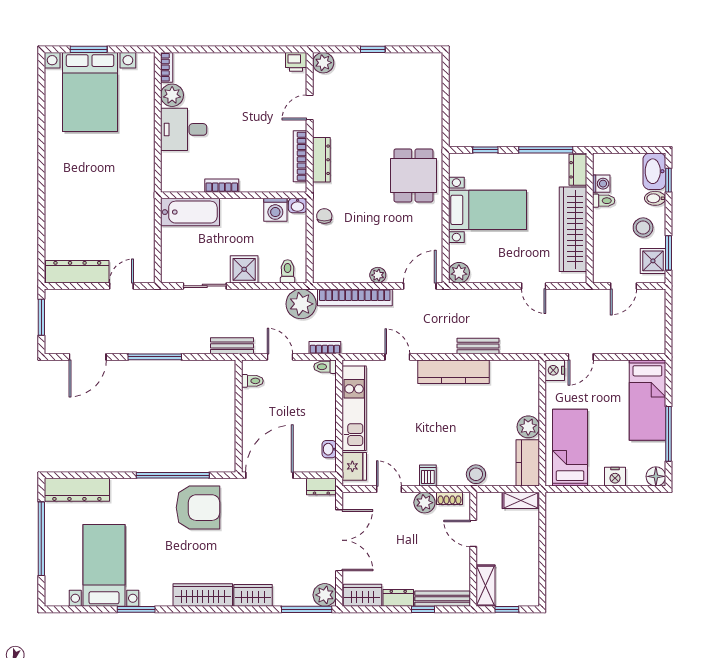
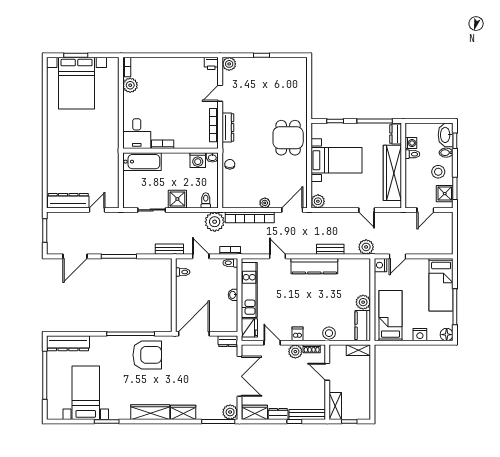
desk: (184, 129) -> (137, 134), moved, turned -90
plant: (533, 343) -> (366, 247), added
washbasin: (329, 449) -> (233, 295), moved

